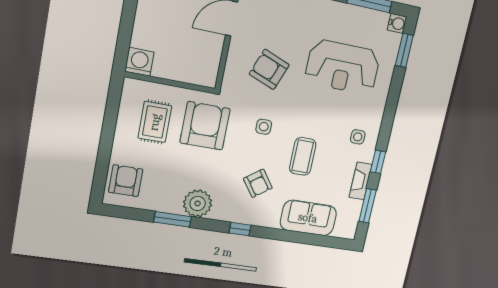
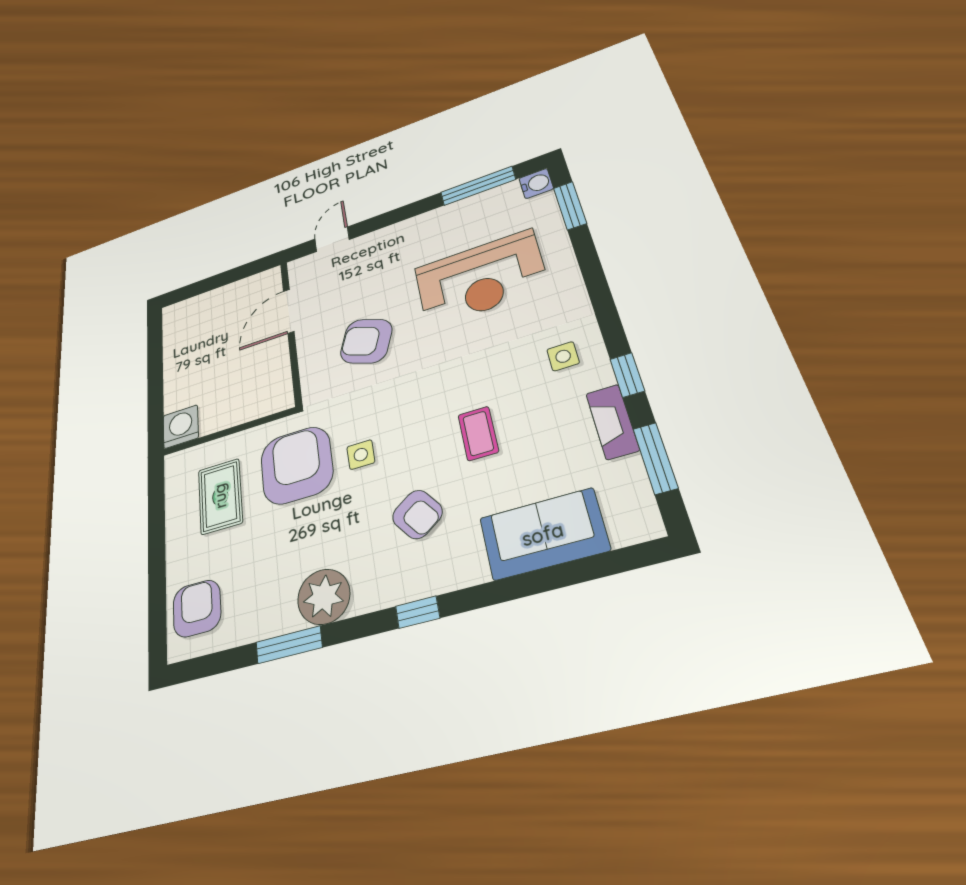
side table: (264, 127) -> (361, 455), moved
coffee table: (303, 156) -> (478, 433), width x0.73, depth x0.77

